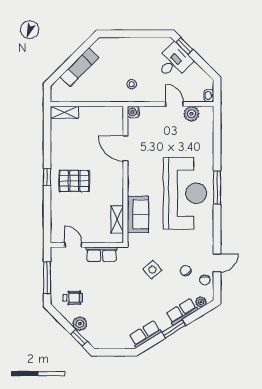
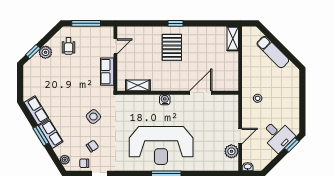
water cooler: (133, 112) -> (165, 100), moved
sofa: (138, 214) -> (142, 104), removed
row of seats: (182, 312) -> (51, 134), moved

